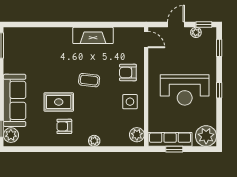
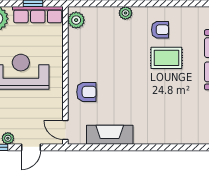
fireplace: (93, 35) -> (110, 135), moved
coffee table: (89, 80) -> (131, 83), removed
side table: (130, 102) -> (84, 58), removed

